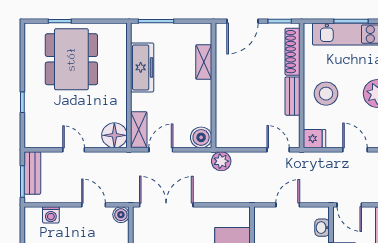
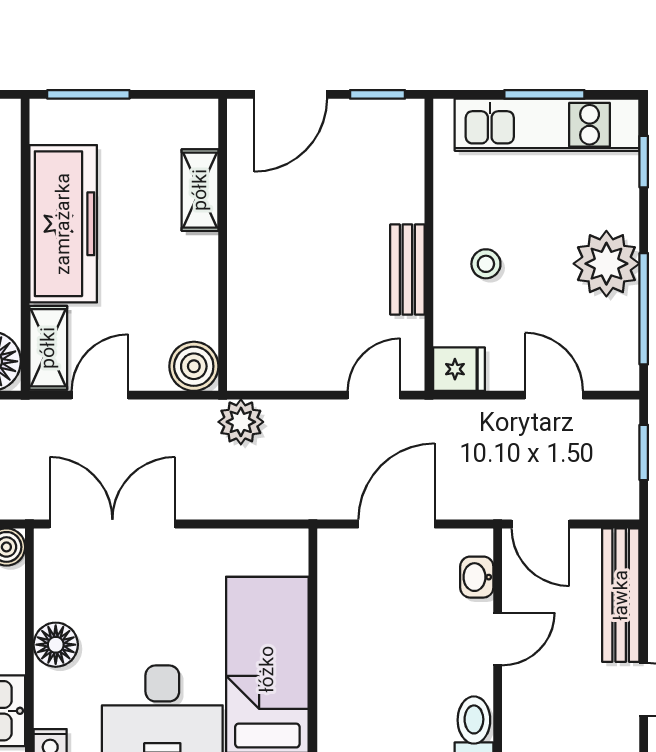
shoe rack: (292, 52) -> (408, 166), removed
freezer: (142, 67) -> (63, 224), width x1.36, depth x1.26
stool: (326, 94) -> (486, 264), width x0.53, depth x0.53
door: (278, 150) -> (374, 395), hinge flipped
door: (288, 205) -> (397, 524), width x1.38

